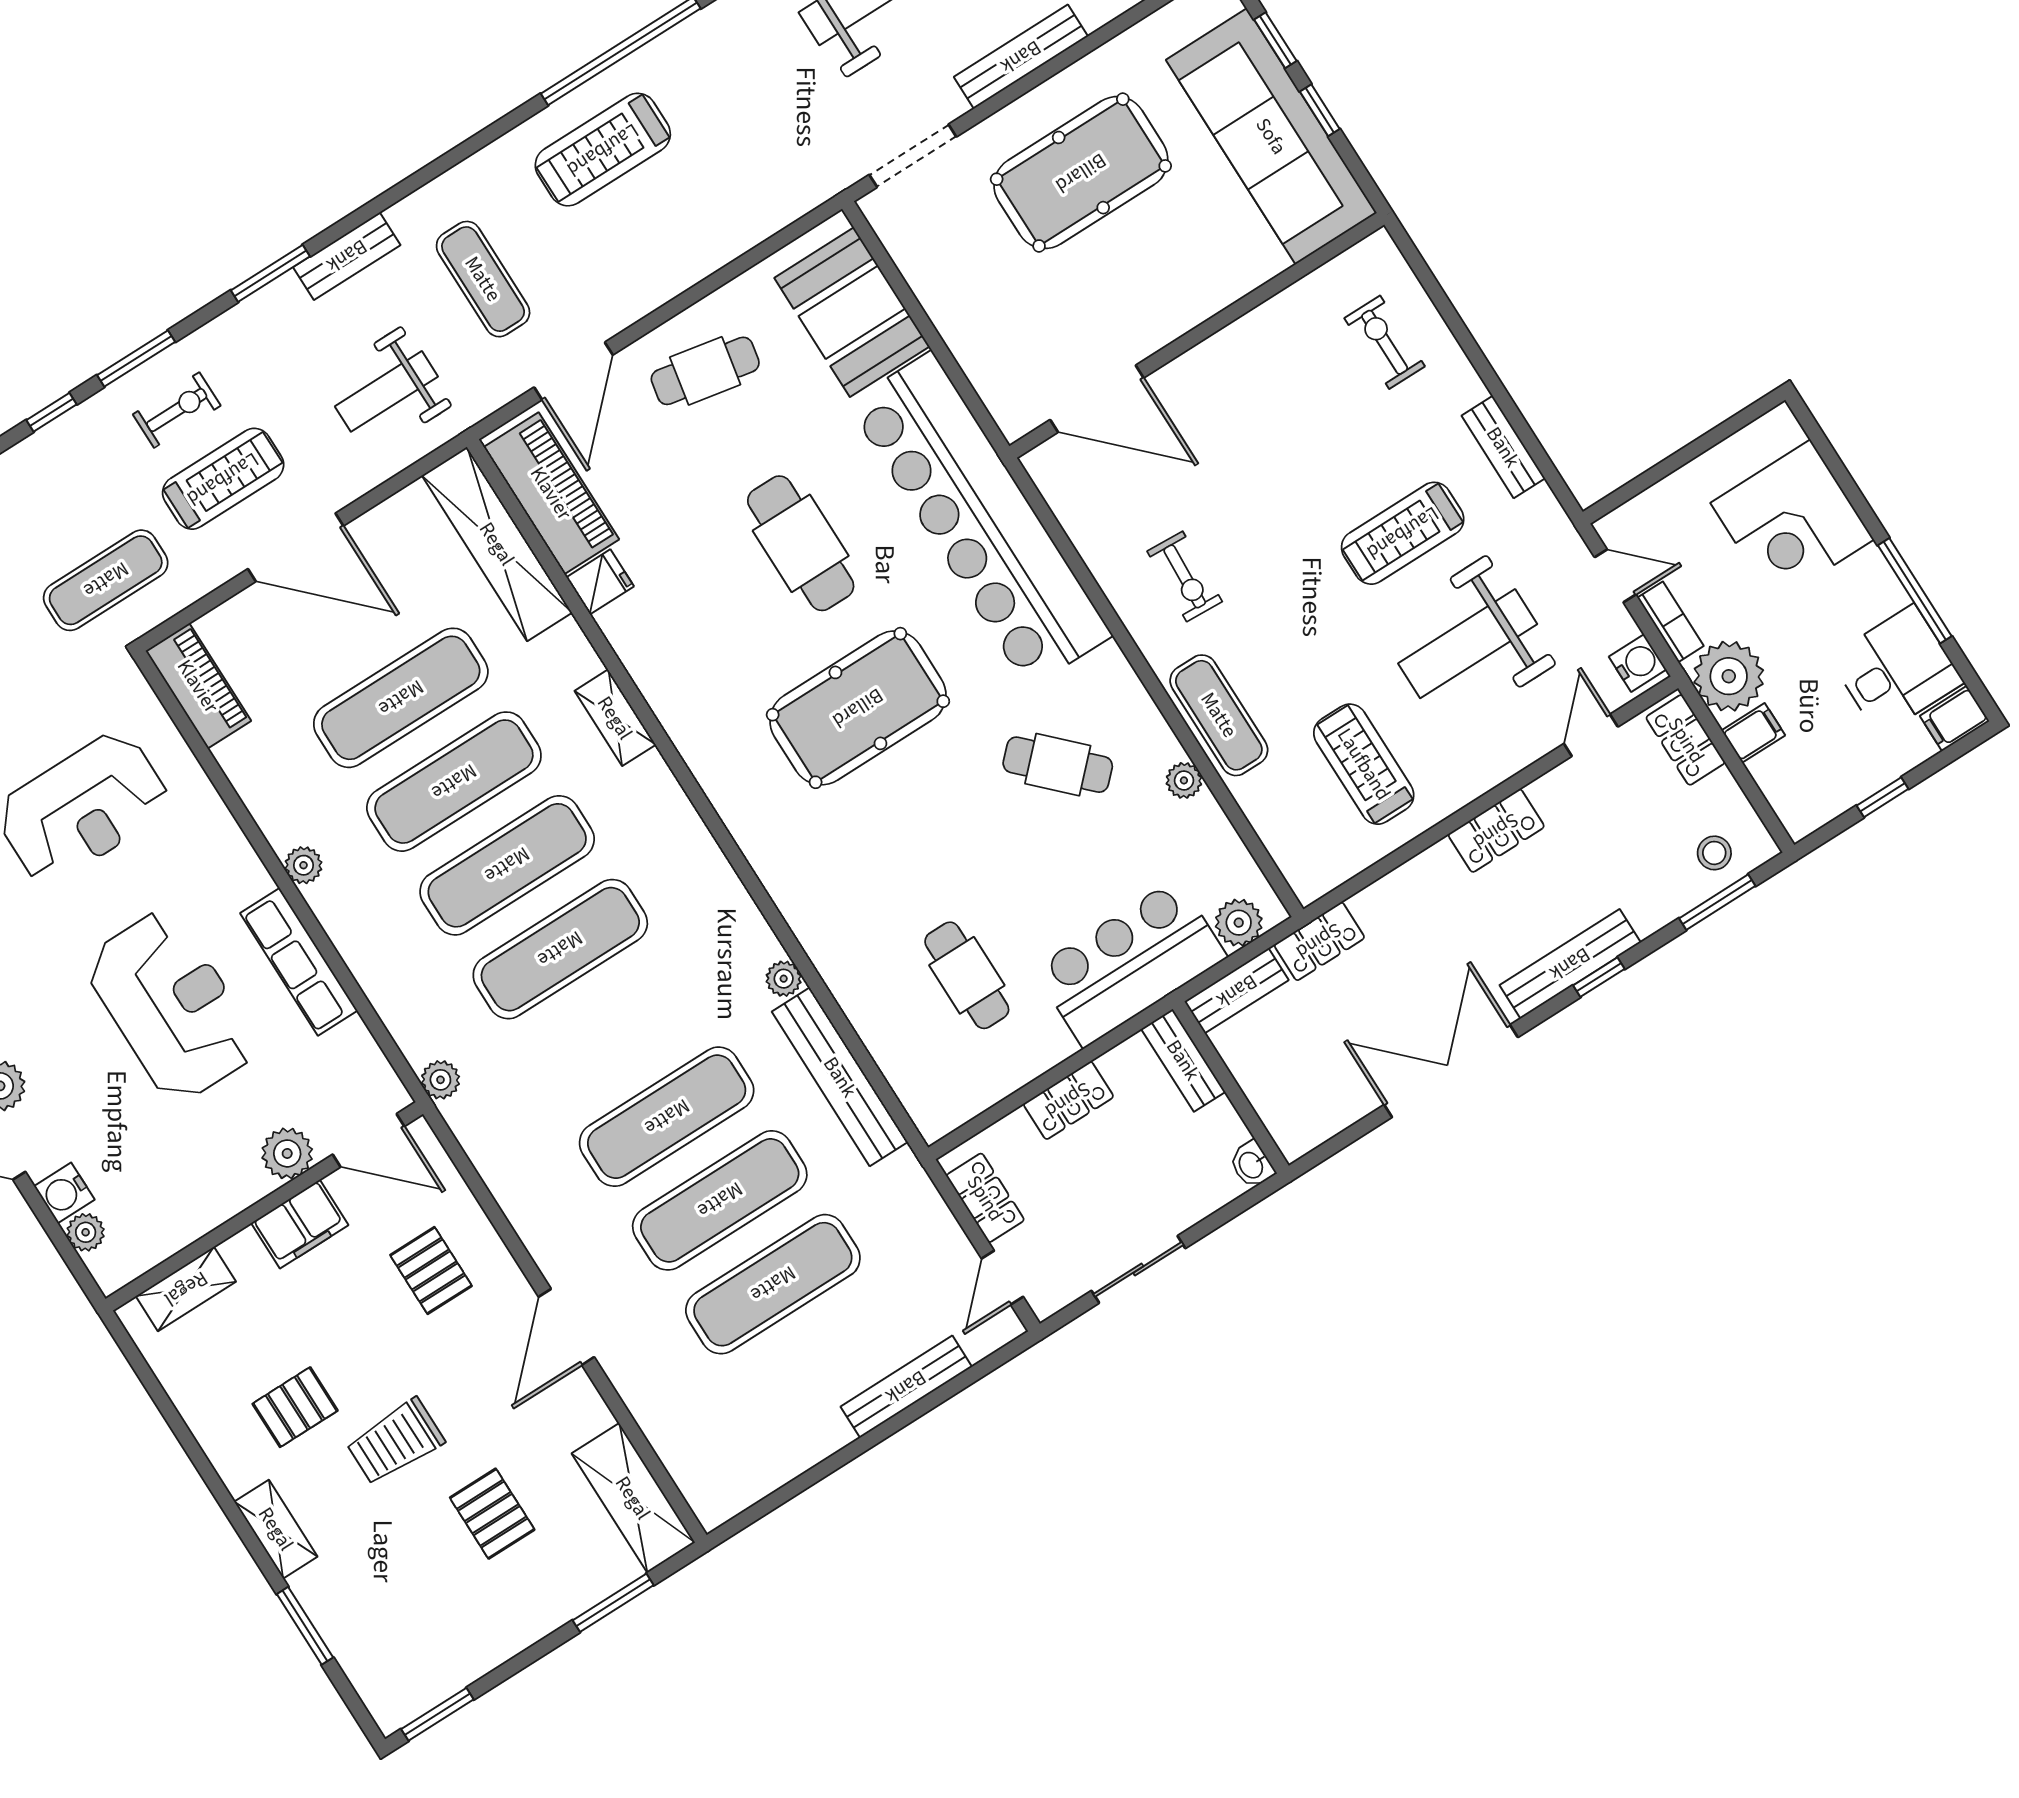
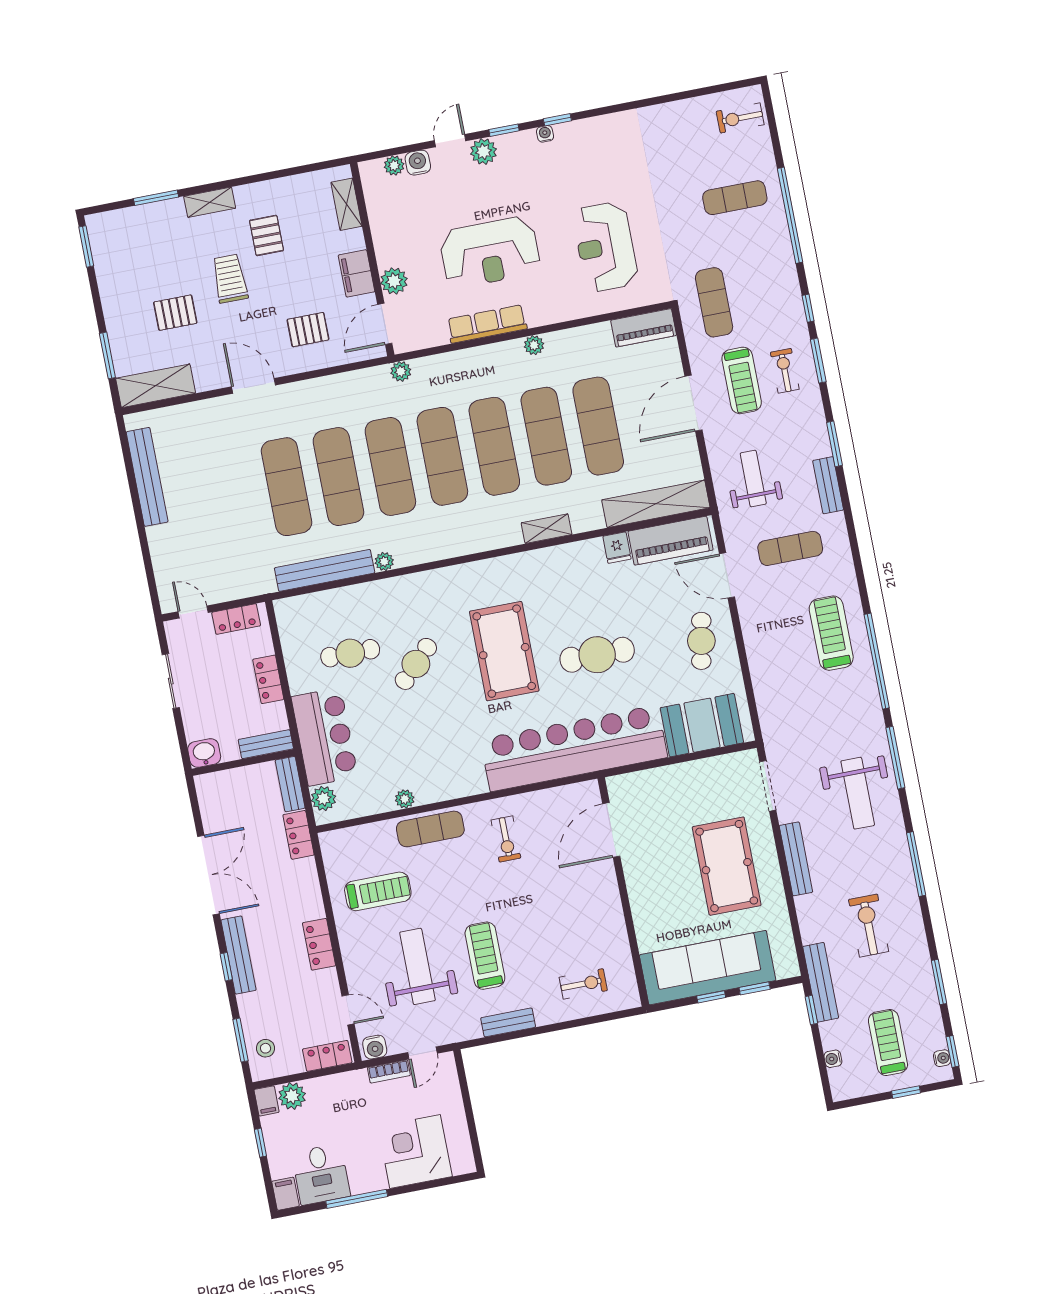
exercise bike: (177, 410) -> (785, 371), turned 180
exercise bike: (1185, 576) -> (506, 839), turned -93
plant: (1729, 676) -> (292, 1096), moved, width x0.73, depth x0.73
filing cabinet: (1753, 733) -> (267, 1101), moved
cafe table: (1058, 765) -> (416, 664), moved
washbasin: (1252, 1165) -> (204, 753), width x1.38, depth x1.45
exercise mat: (773, 1284) -> (390, 466), moved
bench: (906, 1387) -> (147, 477), moved, width x1.37, depth x1.21

